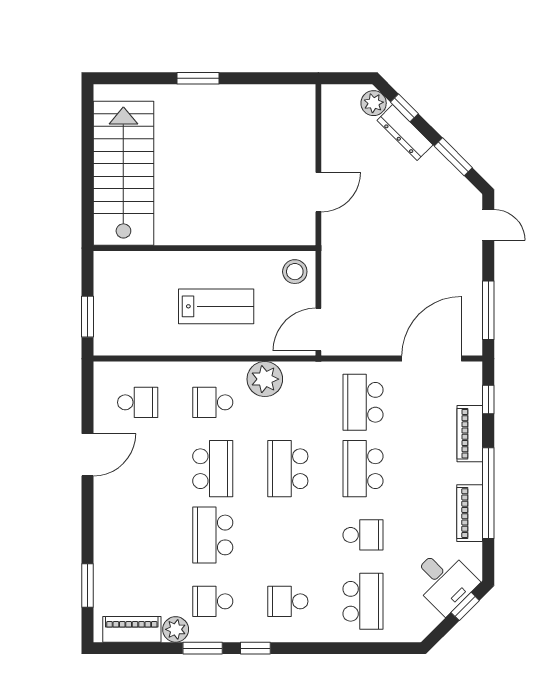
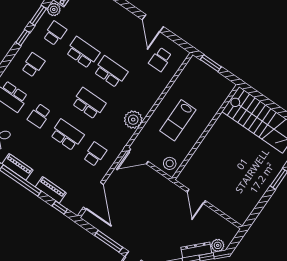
window: (488, 310) -> (109, 241), moved
door: (318, 330) -> (138, 157), swing flipped
school desk: (213, 402) -> (139, 91), removed
school desk: (363, 402) -> (95, 154), width x0.54
school desk: (213, 469) -> (111, 72), turned 180

